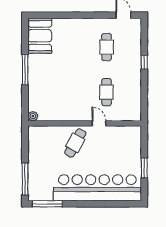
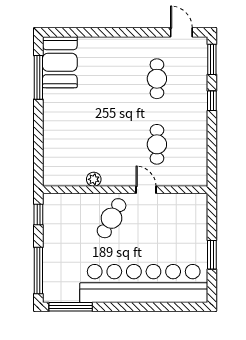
window: (144, 34) -> (212, 59), added
window: (25, 69) -> (38, 77), moved
plant: (33, 116) -> (94, 179), moved
window: (25, 140) -> (38, 215), added

